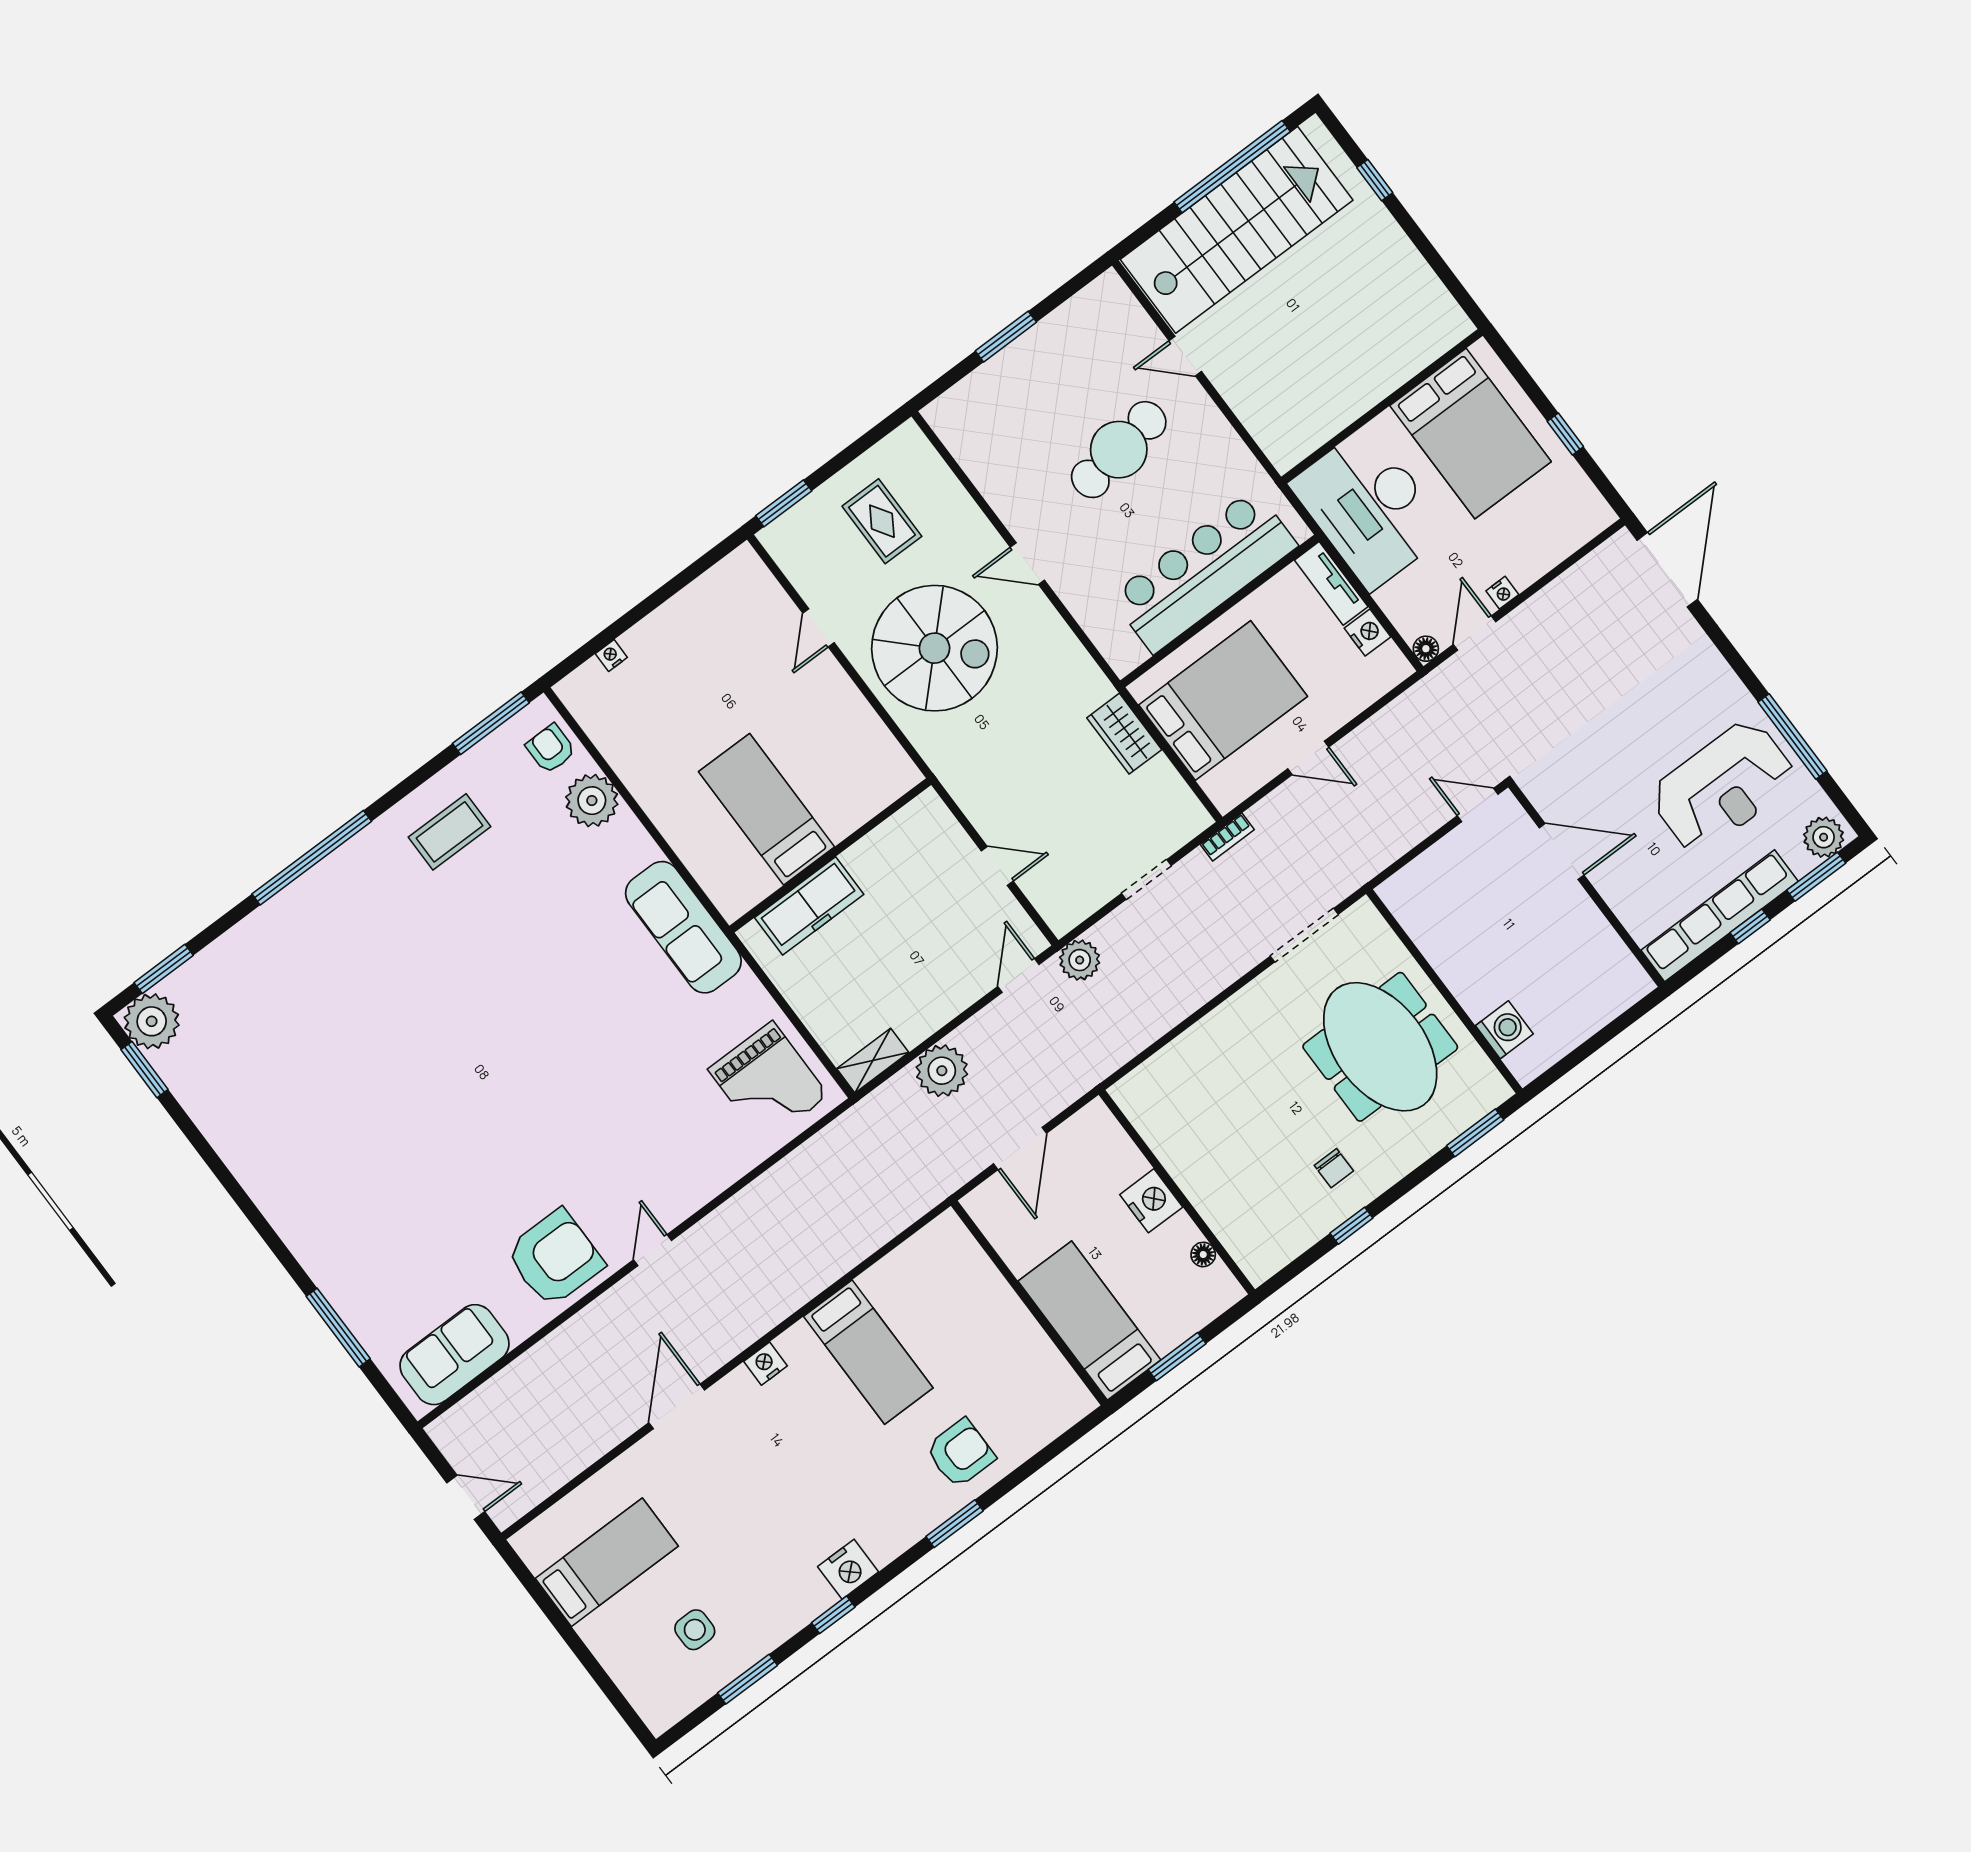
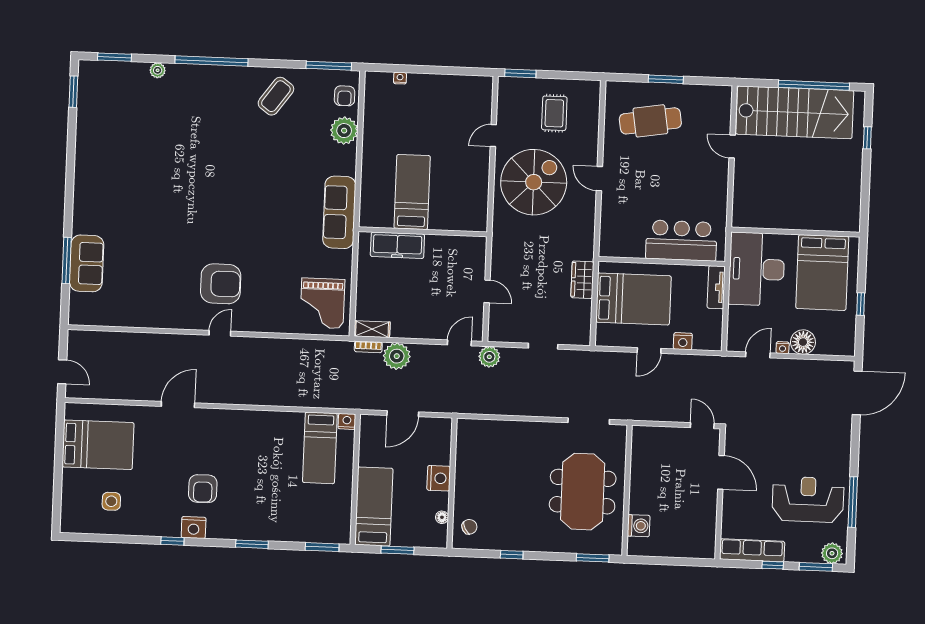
cafe table: (1119, 450) -> (650, 121), moved
bar counter: (1204, 571) -> (681, 241), width x0.73
nightstand: (1367, 633) -> (683, 341), moved, turned 90
spiral stairs: (934, 648) -> (534, 182), turned -90
floor lamp: (1426, 649) -> (803, 342), moved, width x1.89, depth x1.89
armchair: (551, 749) -> (345, 96), turned 180
door: (1308, 758) -> (649, 350), hinge flipped
reception desk: (1723, 787) -> (808, 499), turned 180
coffee table: (450, 832) -> (276, 96), turned -54
bookcase: (1227, 837) -> (368, 347), moved
row of seats: (1720, 916) -> (752, 550), width x0.73
plant: (152, 1021) -> (158, 70), moved, width x0.53, depth x0.53
chair: (1334, 1168) -> (469, 527), moved, turned -118
armchair: (555, 1258) -> (221, 284), moved
bed: (868, 1352) -> (320, 448), moved
sofa: (454, 1355) -> (87, 263), moved, turned 90
nightstand: (765, 1364) -> (347, 421), moved
armchair: (960, 1453) -> (203, 489), moved, turned 90
bed: (607, 1562) -> (98, 445), width x1.50
window: (747, 1679) -> (322, 547), moved

